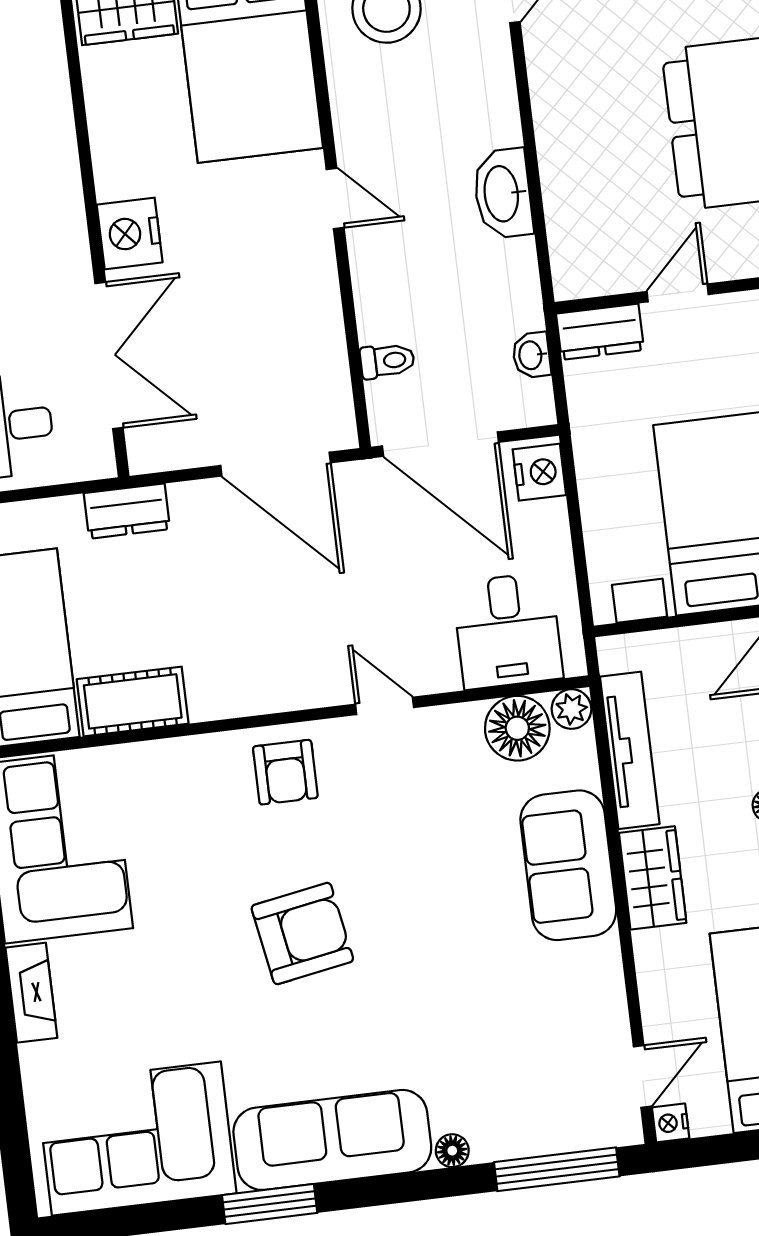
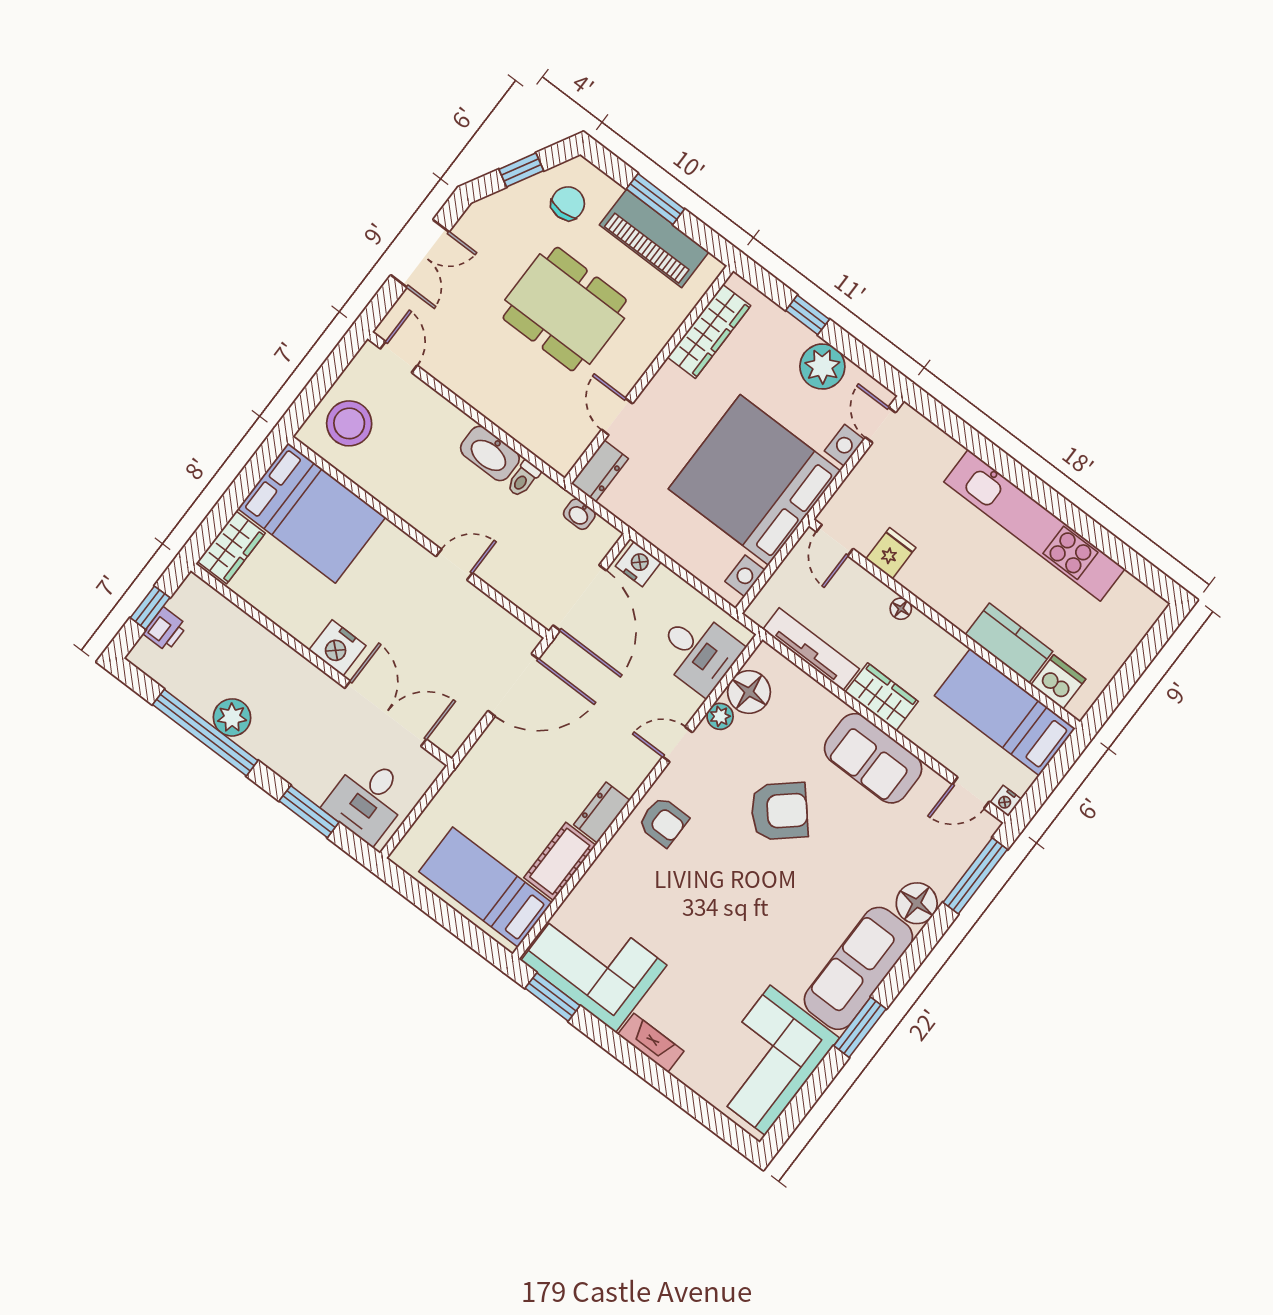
door: (335, 199) -> (454, 565), moved
toilet: (387, 361) -> (523, 479), moved, turned 180
door: (440, 444) -> (580, 598), hinge flipped
dresser: (127, 511) -> (602, 813), moved, turned 180
plant: (571, 709) -> (720, 716), moved
sofa: (568, 865) -> (873, 758), moved
armchair: (302, 934) -> (779, 811), moved, turned 59
door: (642, 1077) -> (971, 793), swing flipped
floor lamp: (452, 1151) -> (917, 903), width x1.89, depth x1.89

